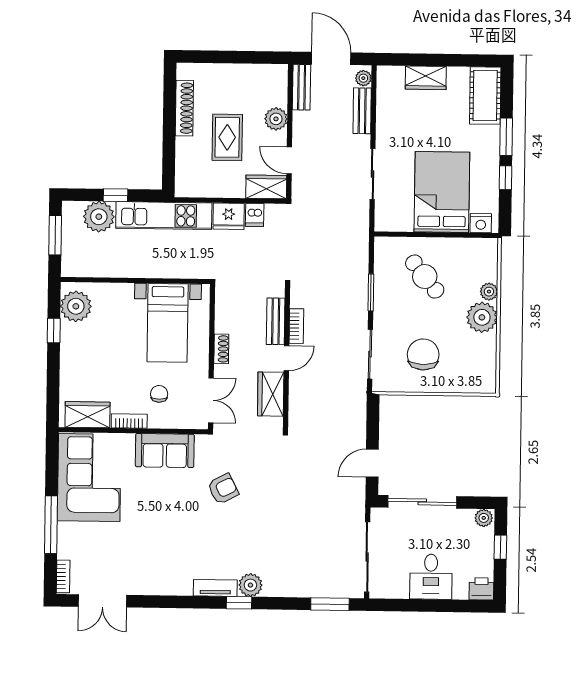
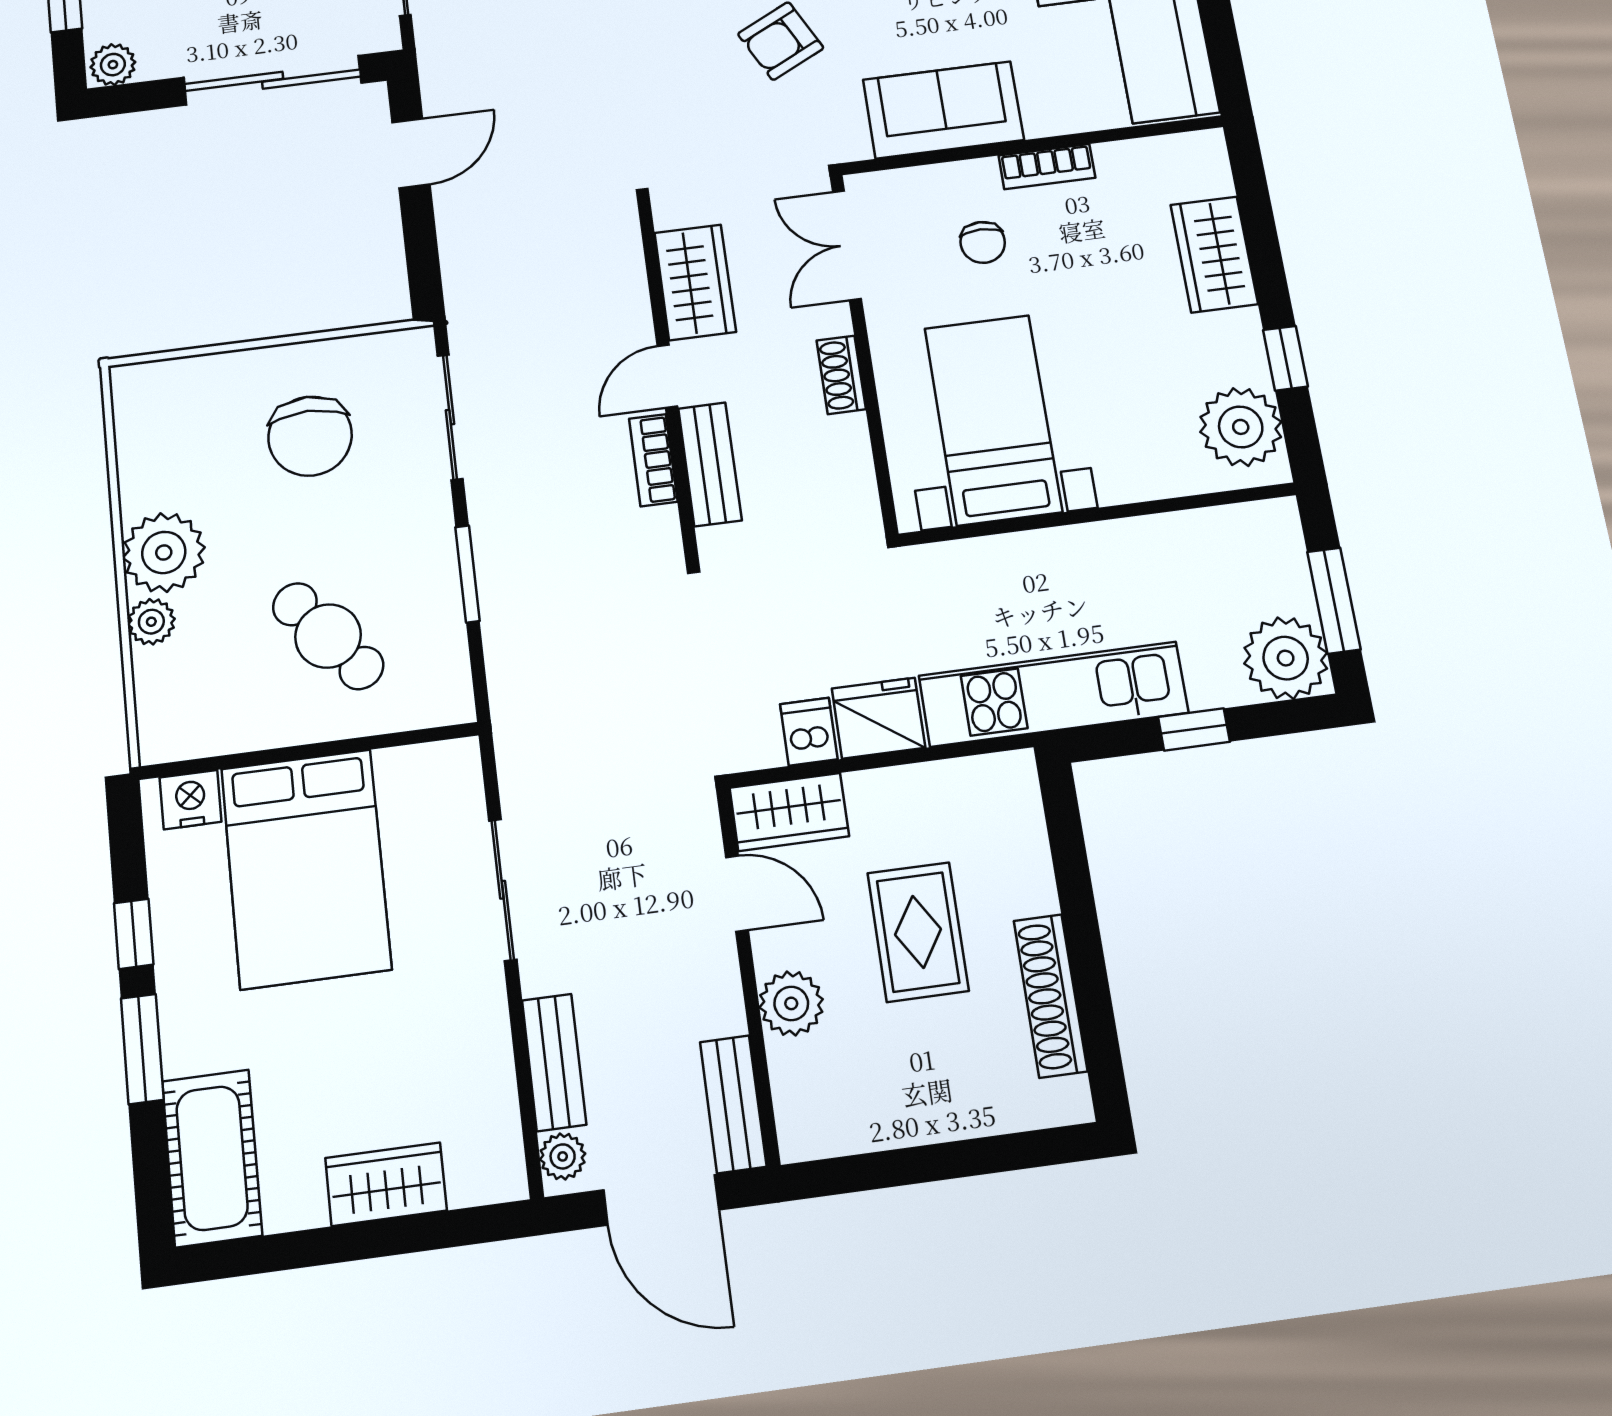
plant: (99, 217) -> (1286, 658), moved
wardrobe: (88, 415) -> (1214, 254), moved, turned 90

